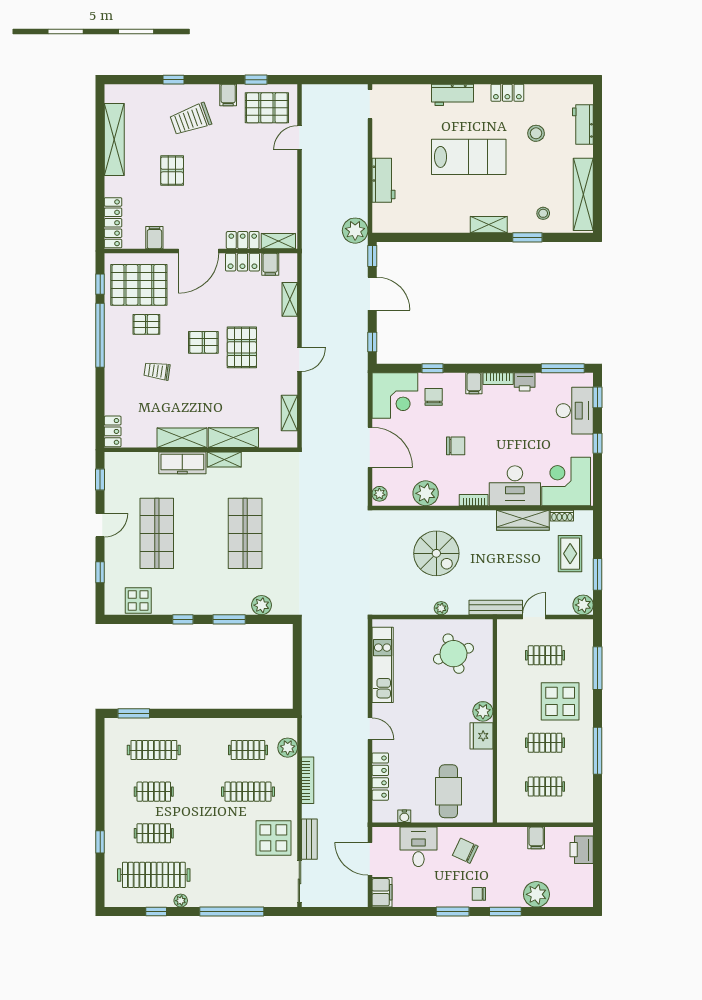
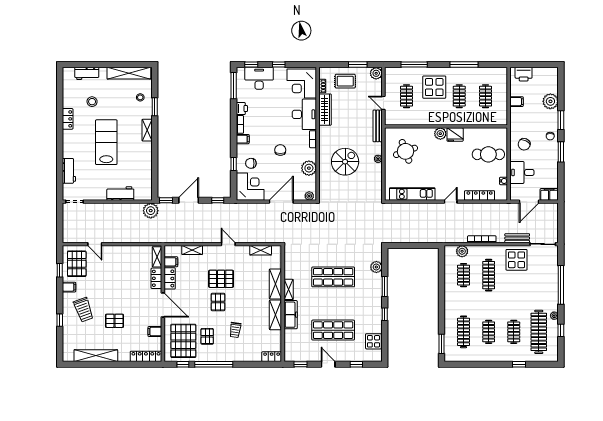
workbench: (453, 95) -> (69, 171), moved

